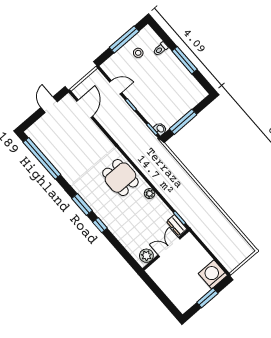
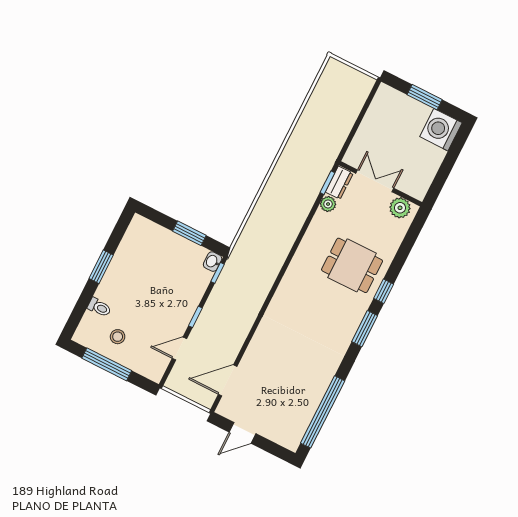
window: (185, 60) -> (101, 267), width x0.69
door: (116, 87) -> (179, 349), hinge flipped
window: (183, 122) -> (189, 233), width x0.69
dining table: (120, 178) -> (352, 265), moved, turned 90
plant: (150, 194) -> (328, 204), moved
double door: (169, 247) -> (375, 181), swing flipped
washing machine: (213, 274) -> (441, 130), moved, turned 90

